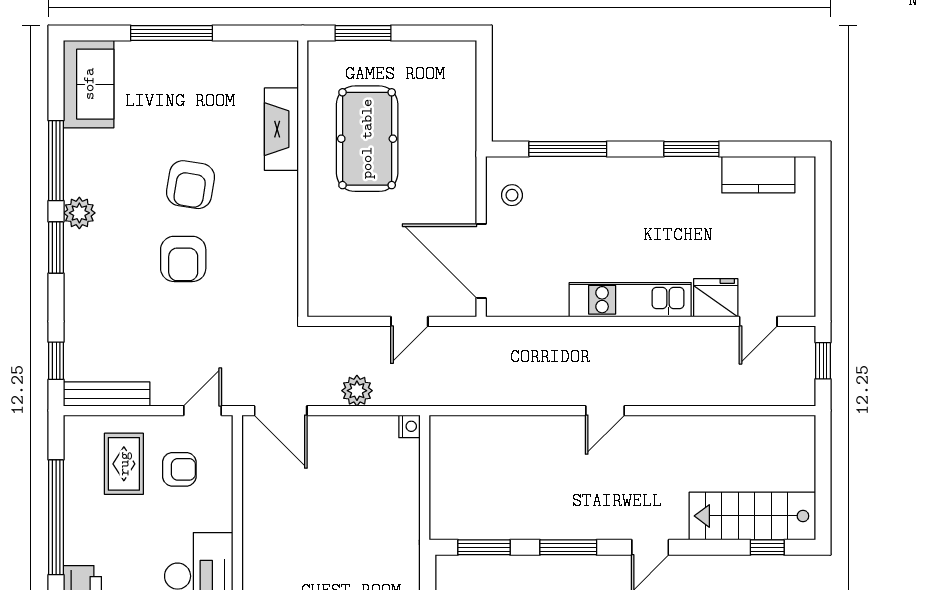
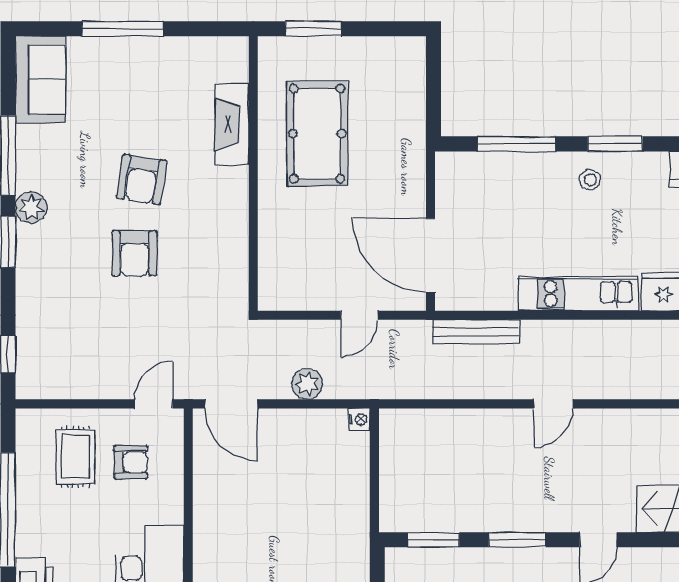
window: (691, 149) -> (615, 144), moved
stool: (512, 195) -> (590, 180), moved
bench: (107, 394) -> (476, 332), moved

